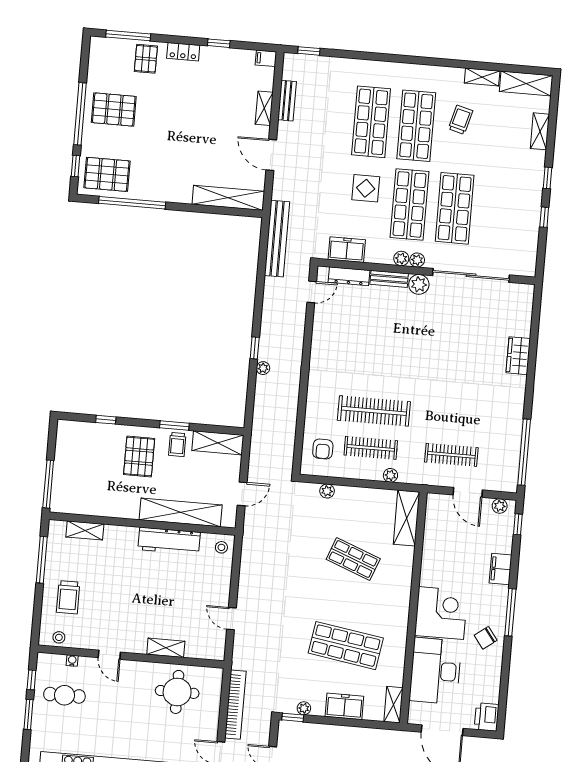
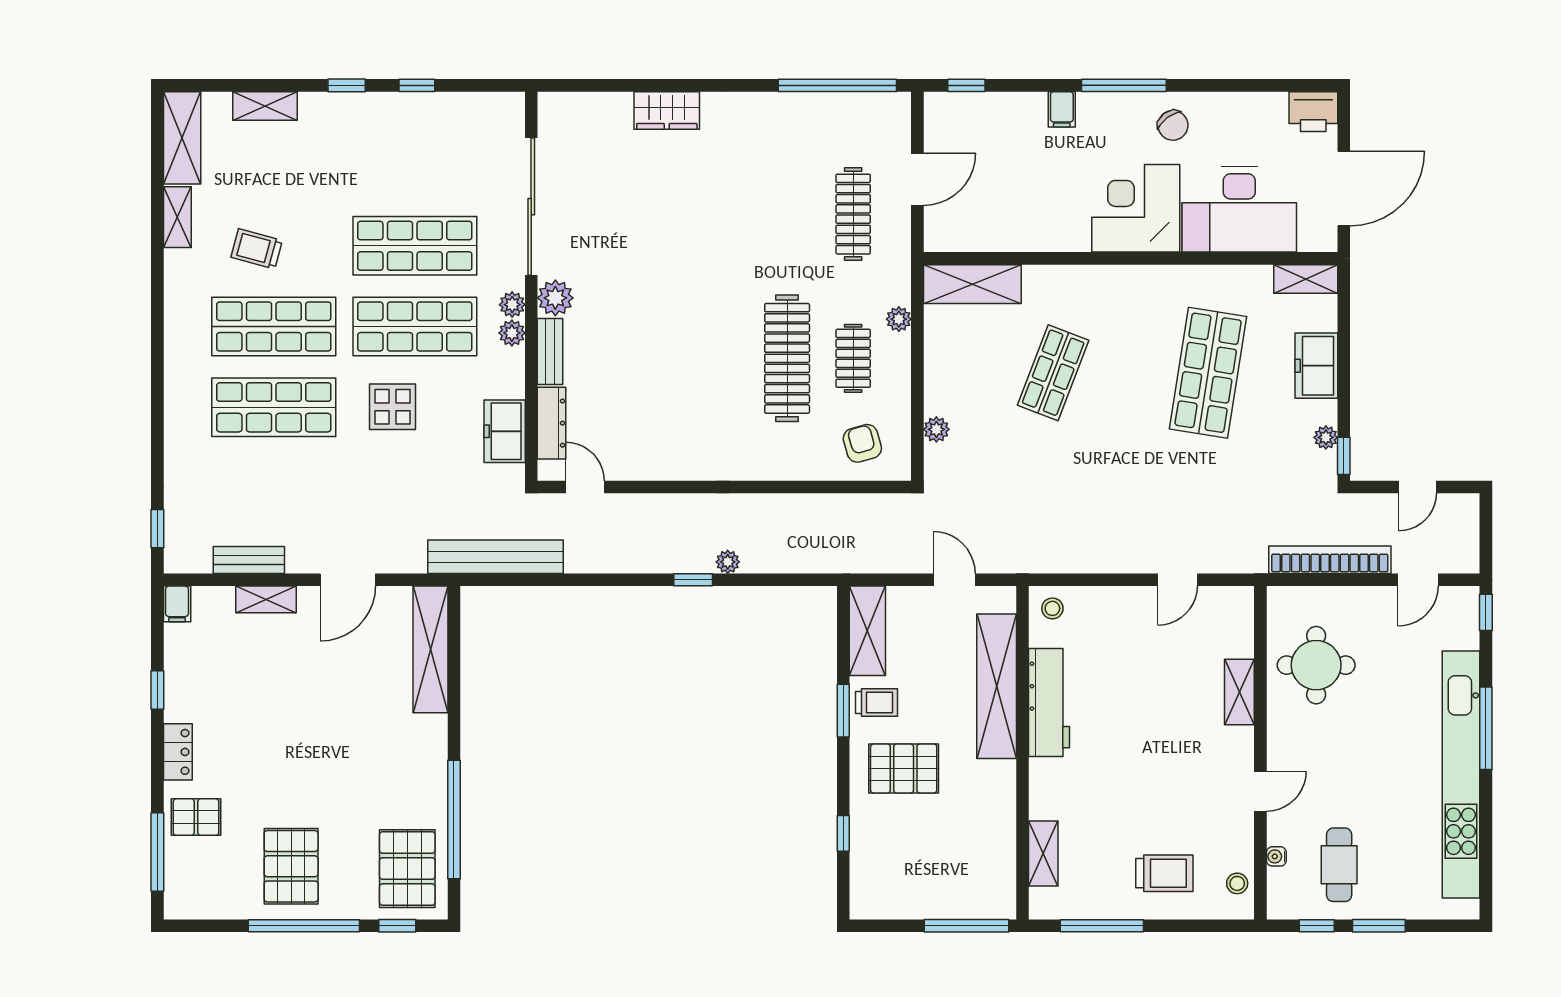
clothes rail: (371, 448) -> (853, 358), width x0.73
armchair: (323, 449) -> (862, 443), turned -106
plant: (500, 506) -> (937, 121), removed
filing cabinet: (500, 569) -> (1062, 109), width x0.50

